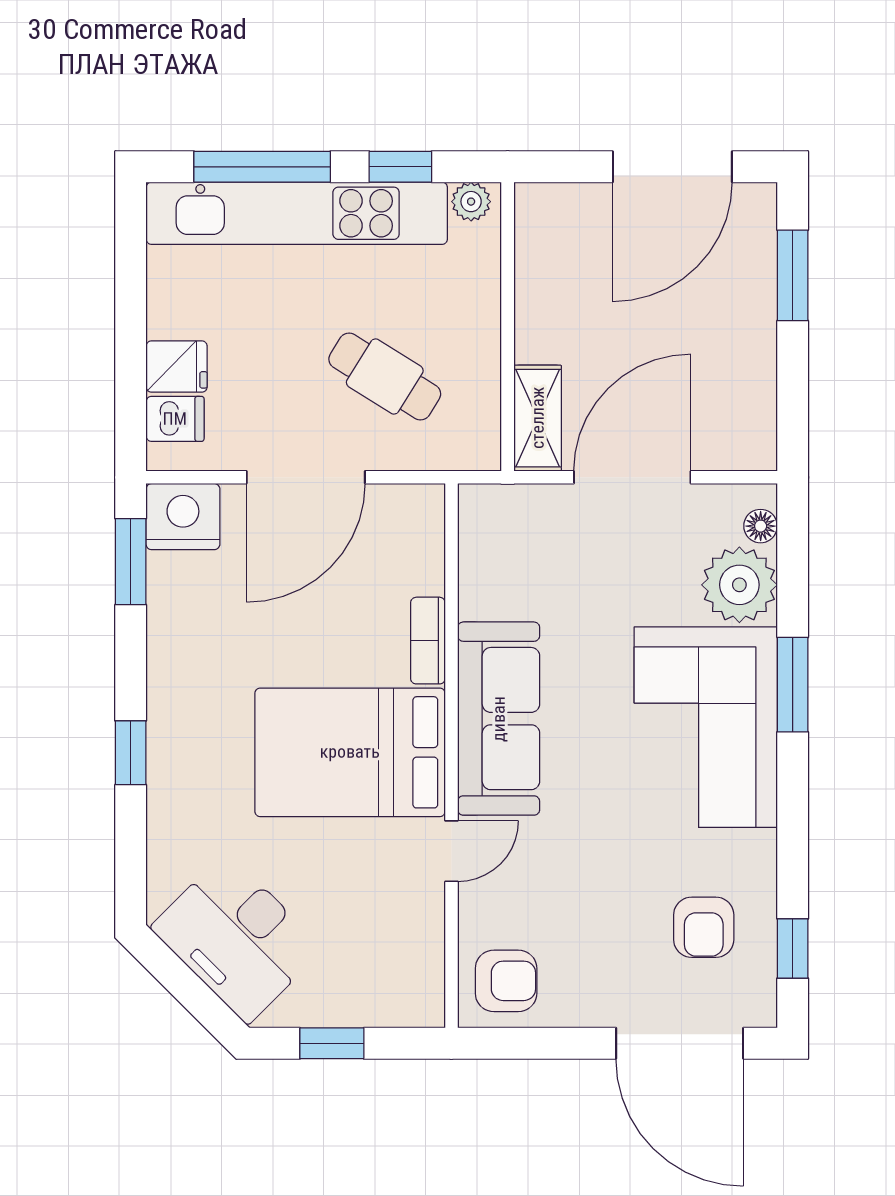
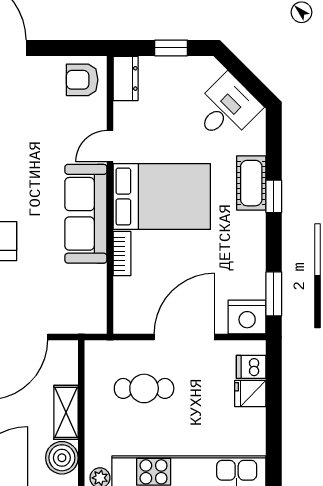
boiler: (546, 241) -> (62, 458), added
cafe table: (385, 376) -> (144, 388), turned -32
shelving: (538, 418) -> (66, 412), moved
cot: (175, 779) -> (251, 183), added
desk: (237, 938) -> (226, 109), width x0.73
dresser: (421, 984) -> (126, 78), added

